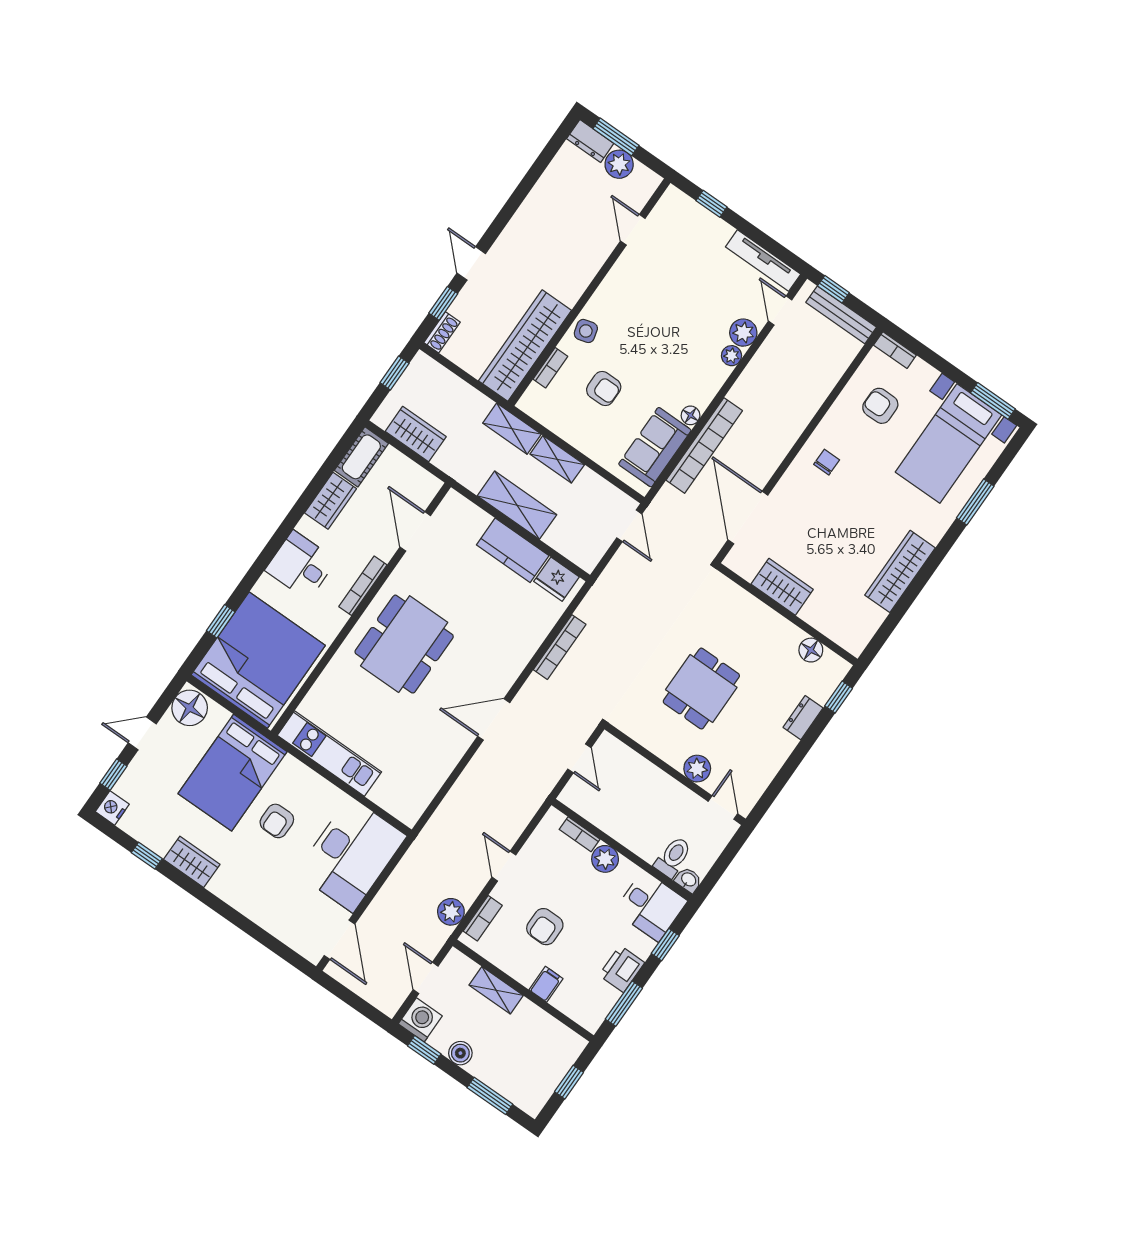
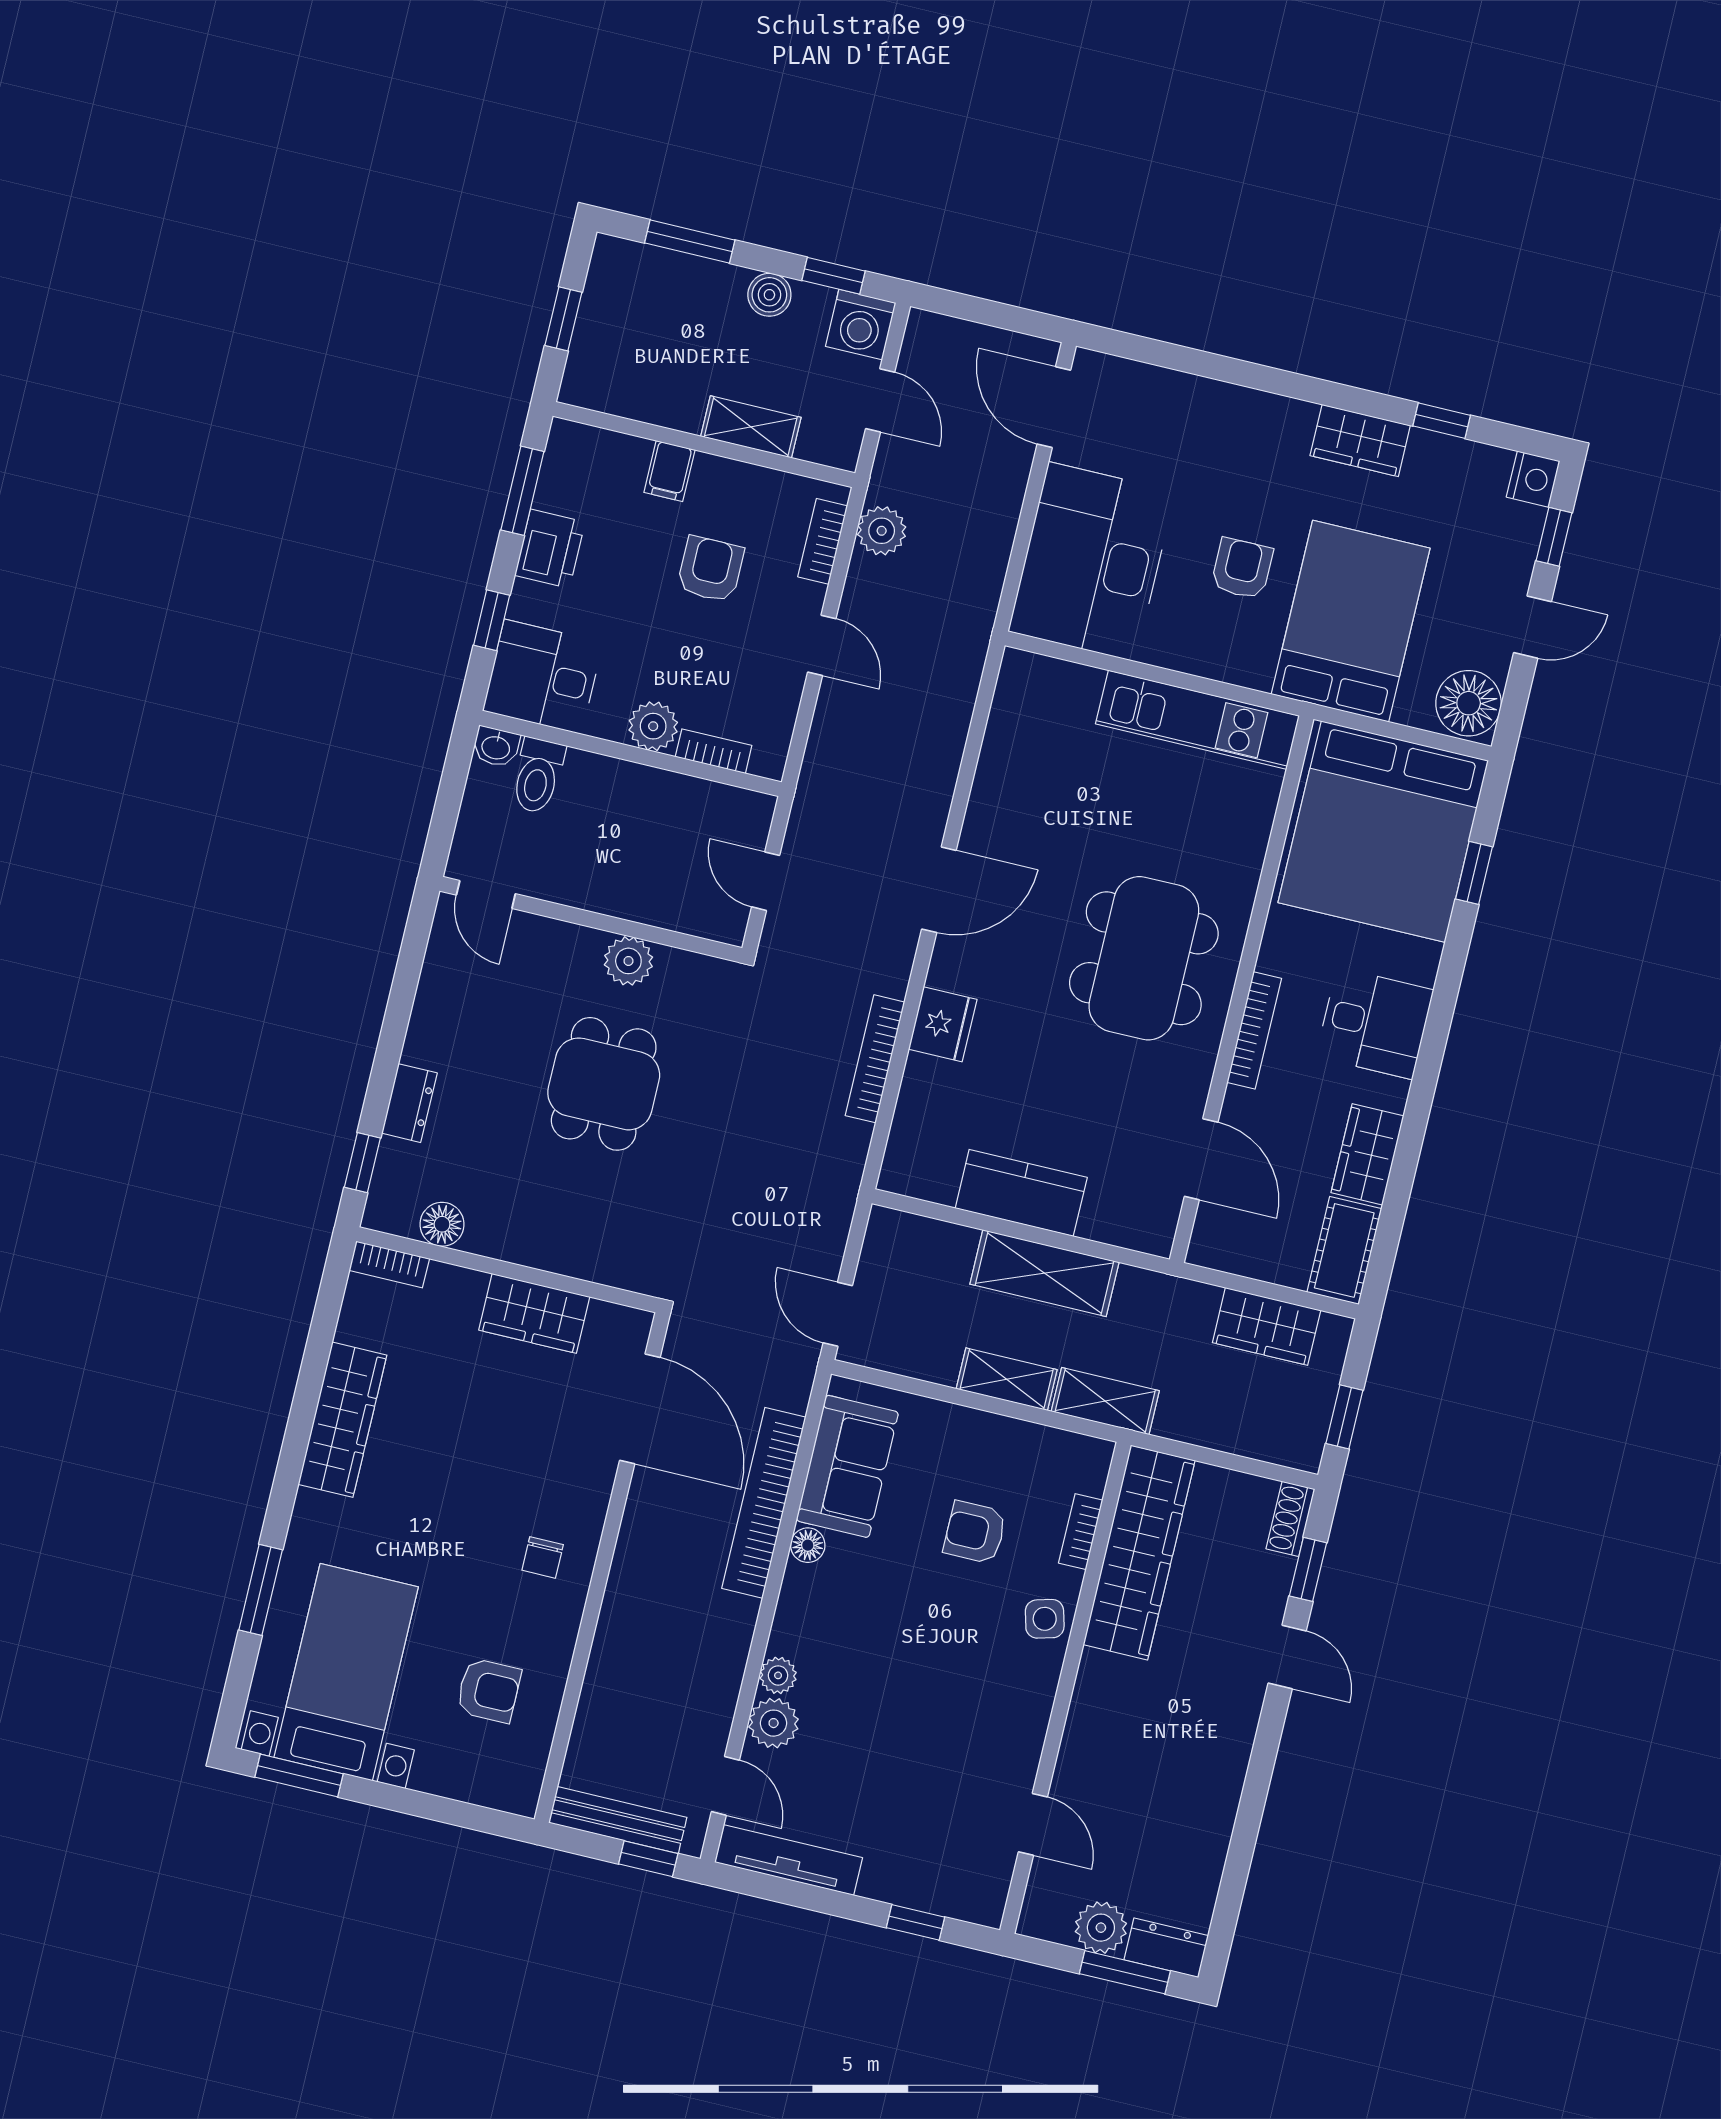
bookcase: (895, 350) -> (389, 1264), moved, turned 180
fridge: (556, 579) -> (943, 1024), moved, turned 90
plant: (697, 769) -> (628, 961), moved

